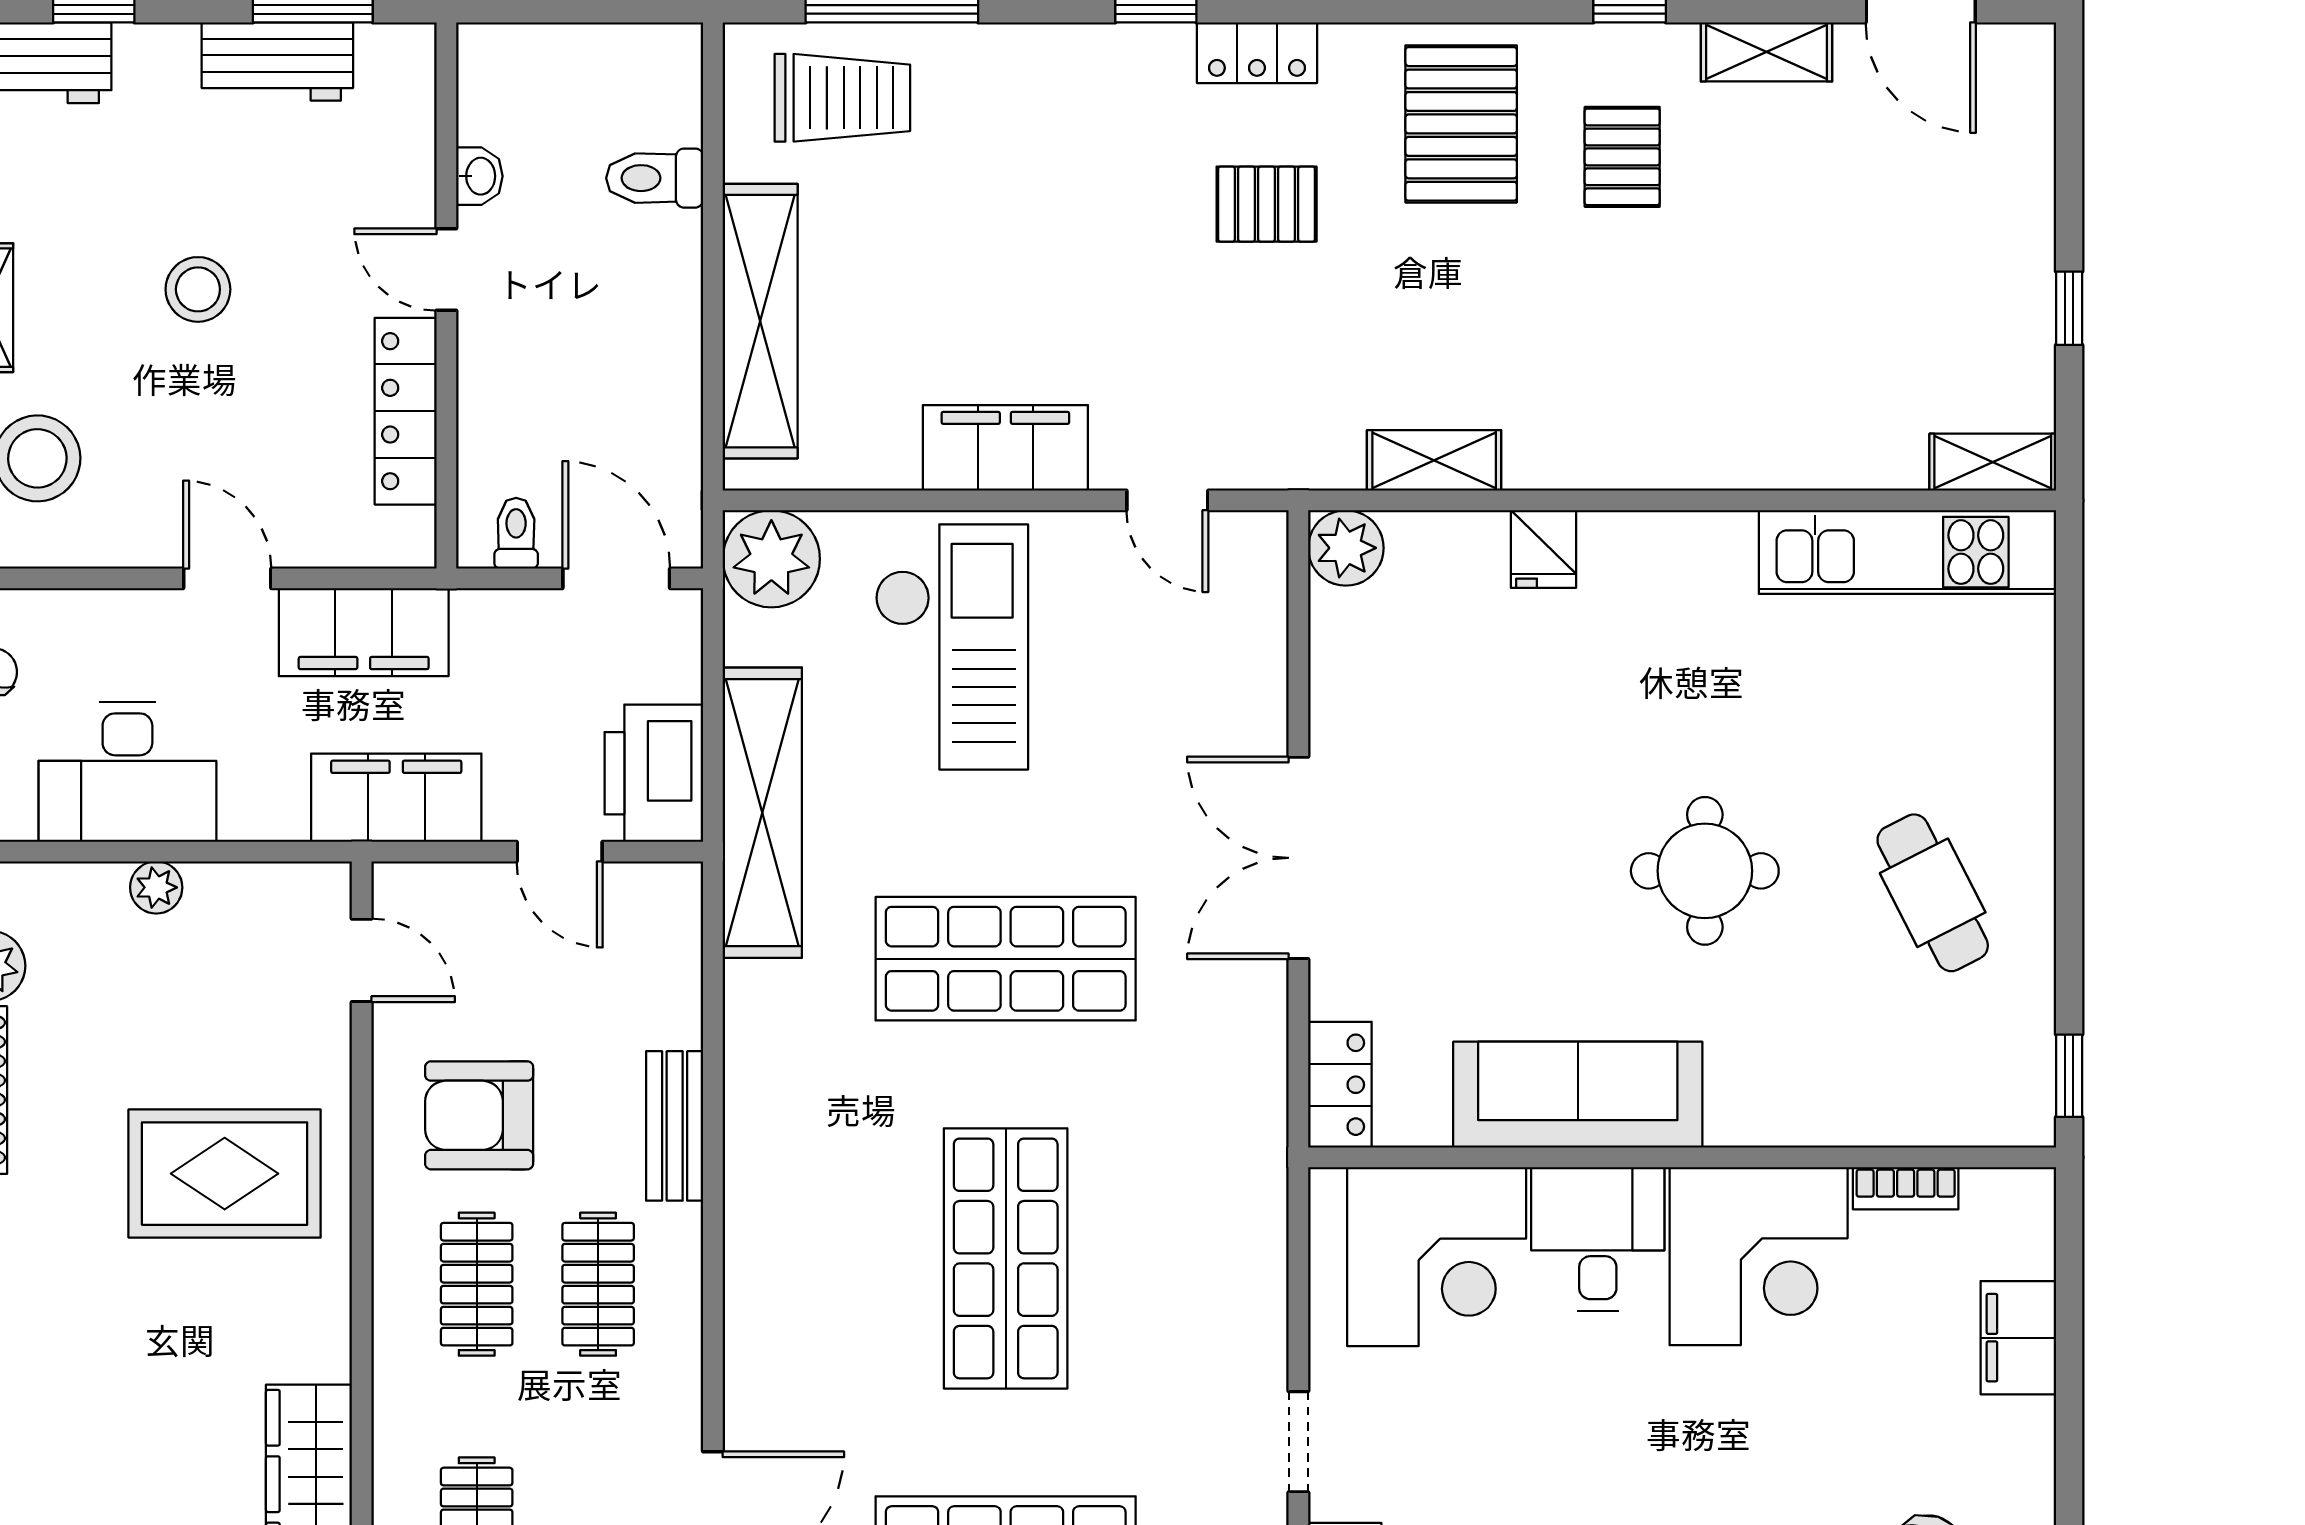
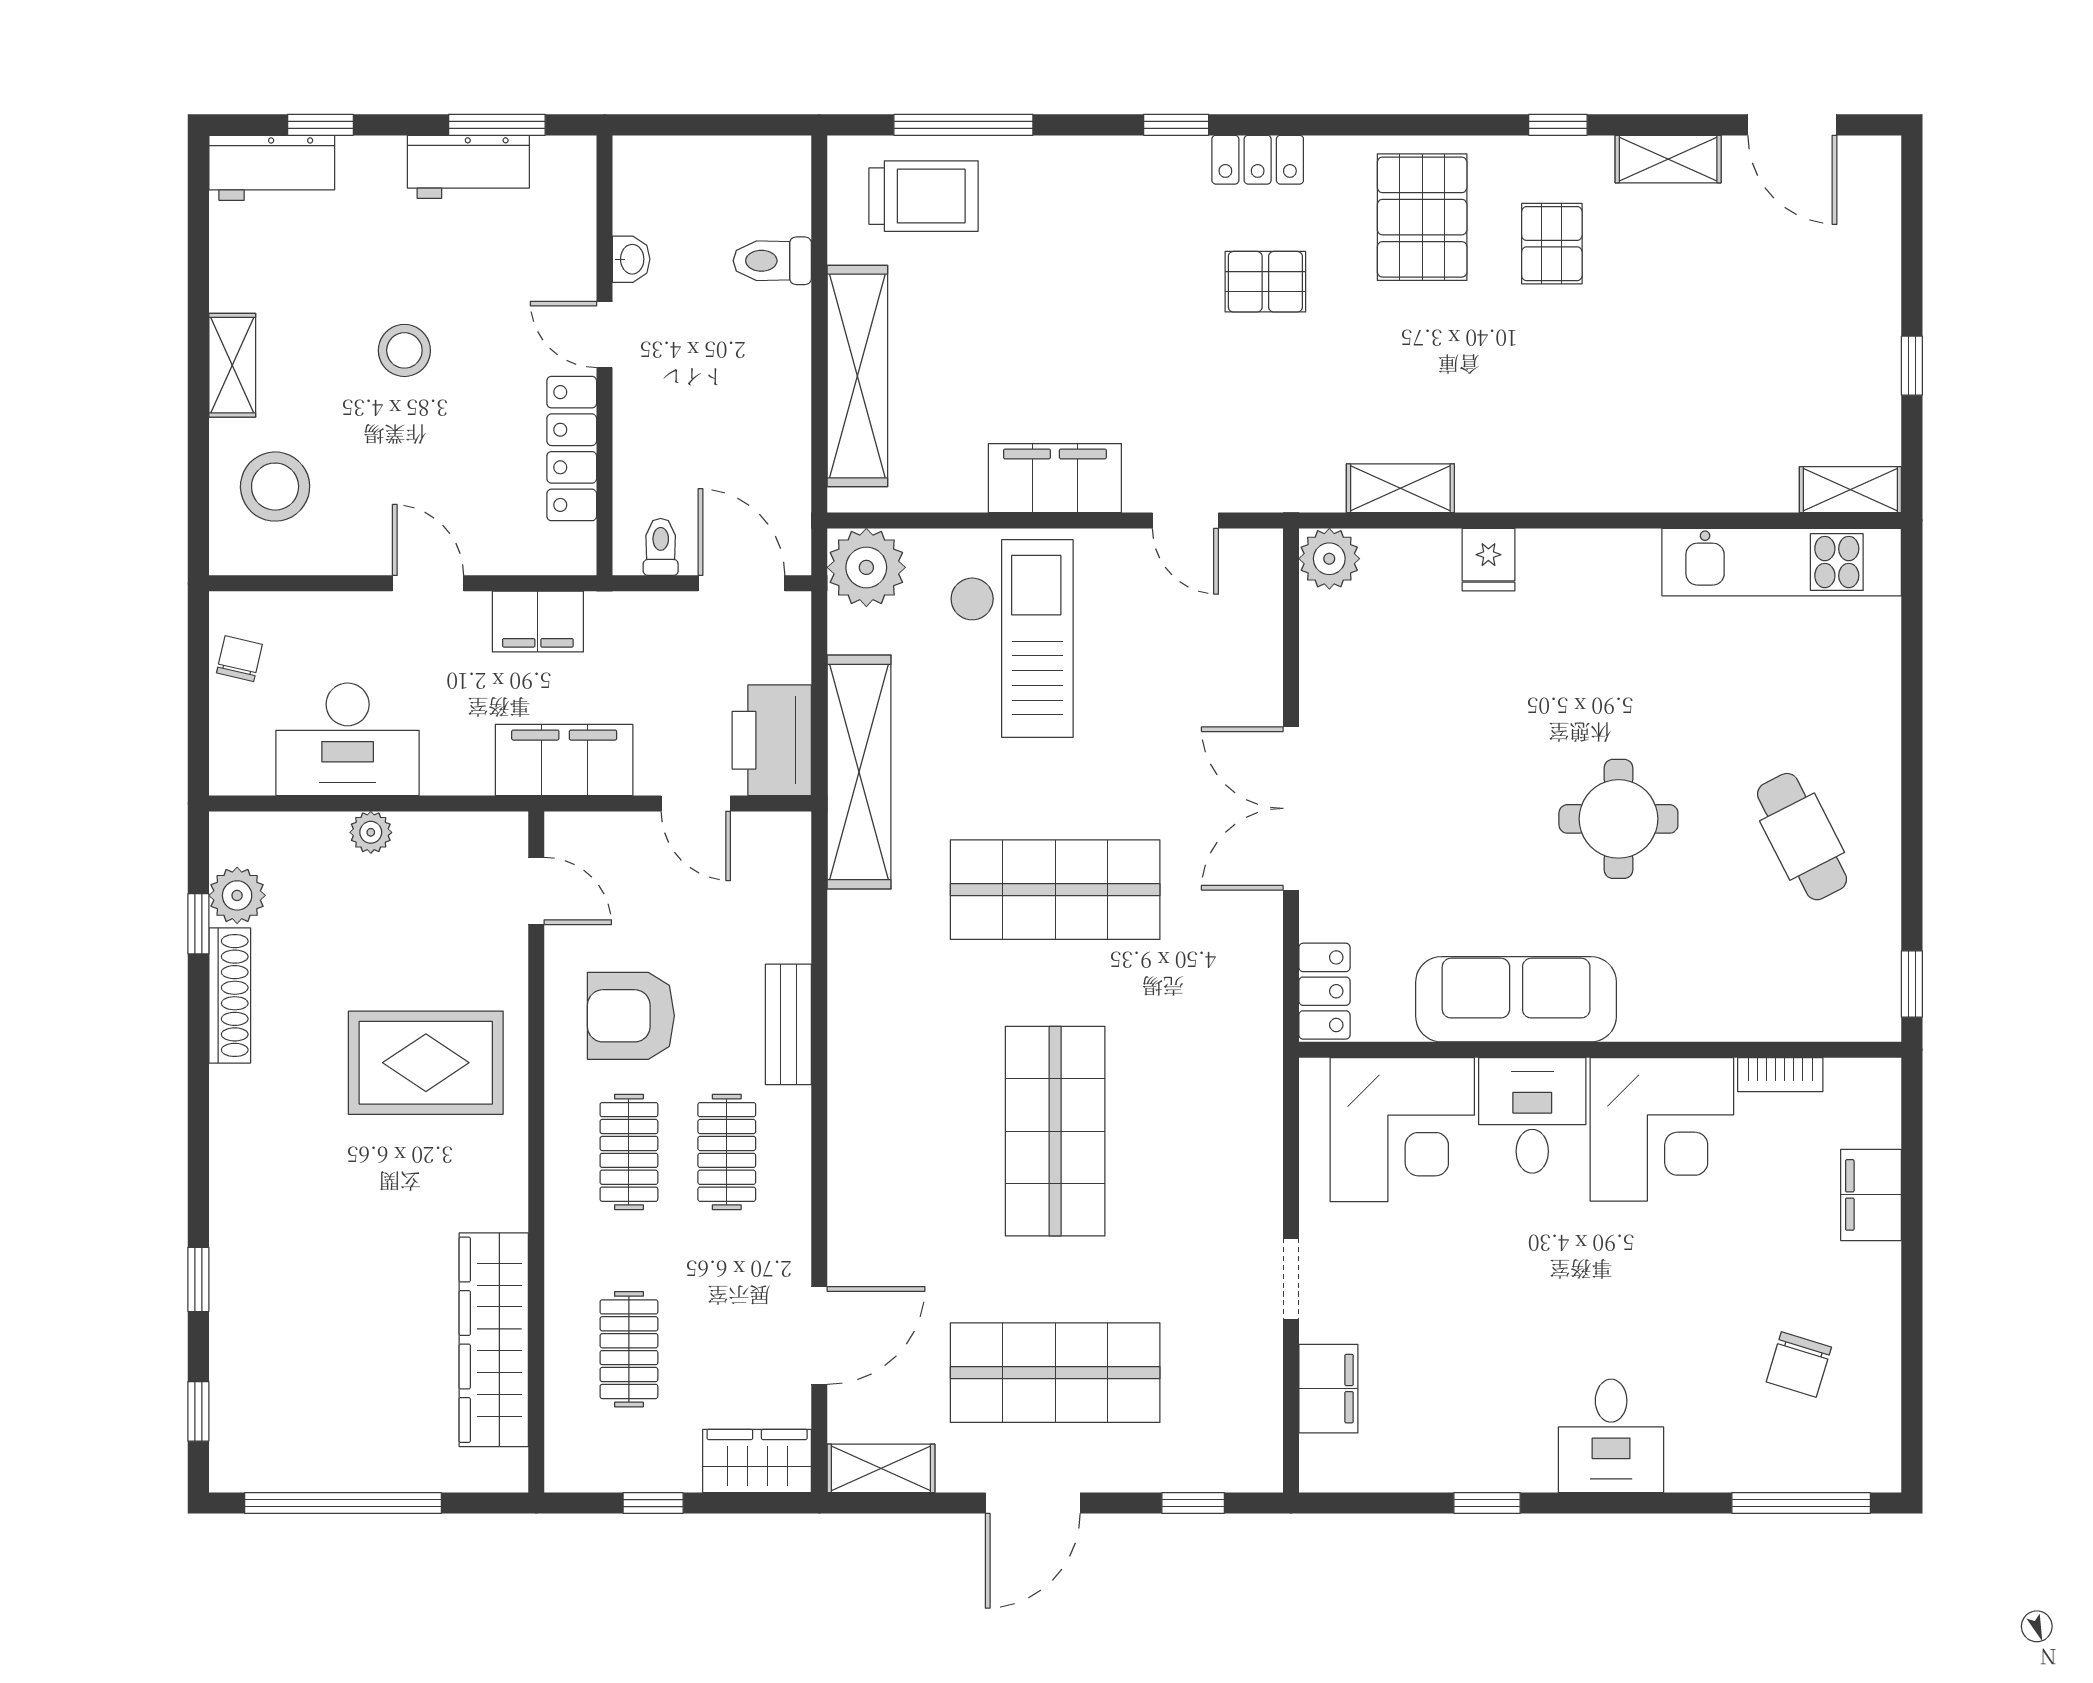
filing cabinet: (364, 632) -> (538, 622), width x0.67, depth x0.86

